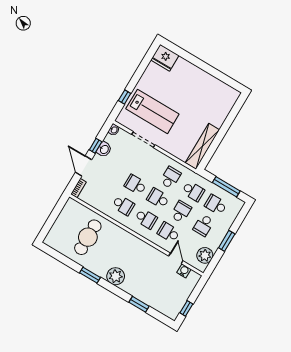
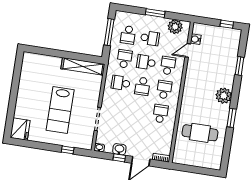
lab bench: (152, 111) -> (60, 110), moved, turned 180
school desk: (135, 185) -> (139, 110), removed
school desk: (169, 232) -> (168, 66), turned 180

